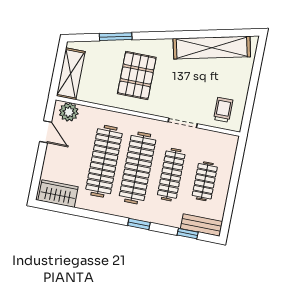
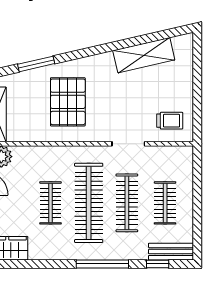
shelving: (212, 48) -> (144, 55), width x0.68
trolley: (223, 110) -> (170, 121), turned 90
clothes rail: (104, 161) -> (50, 203), width x0.54, depth x0.76
window: (139, 224) -> (102, 264), width x2.17

